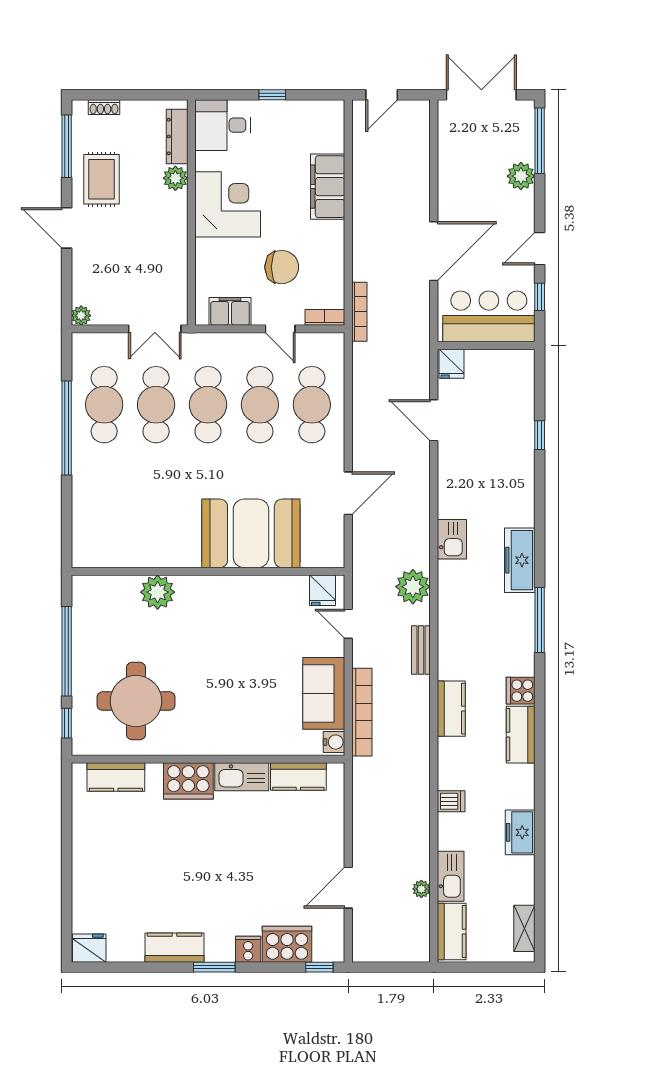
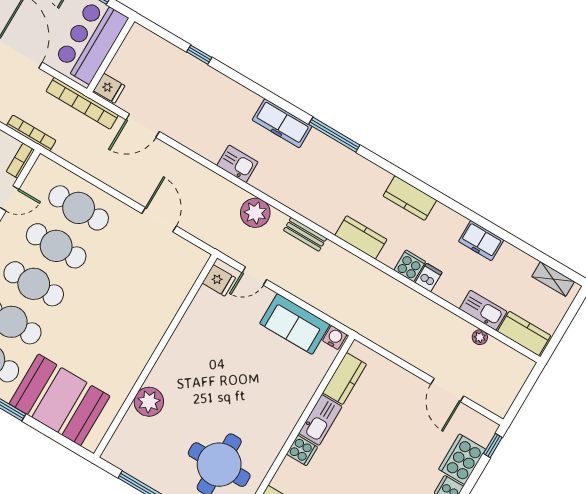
booth: (251, 533) -> (59, 400), moved, turned 90
cooker: (521, 691) -> (410, 266), moved, turned 180
bookcase: (362, 712) -> (82, 103), moved, turned 180
cooker: (188, 781) -> (302, 451), width x0.53, depth x0.76

